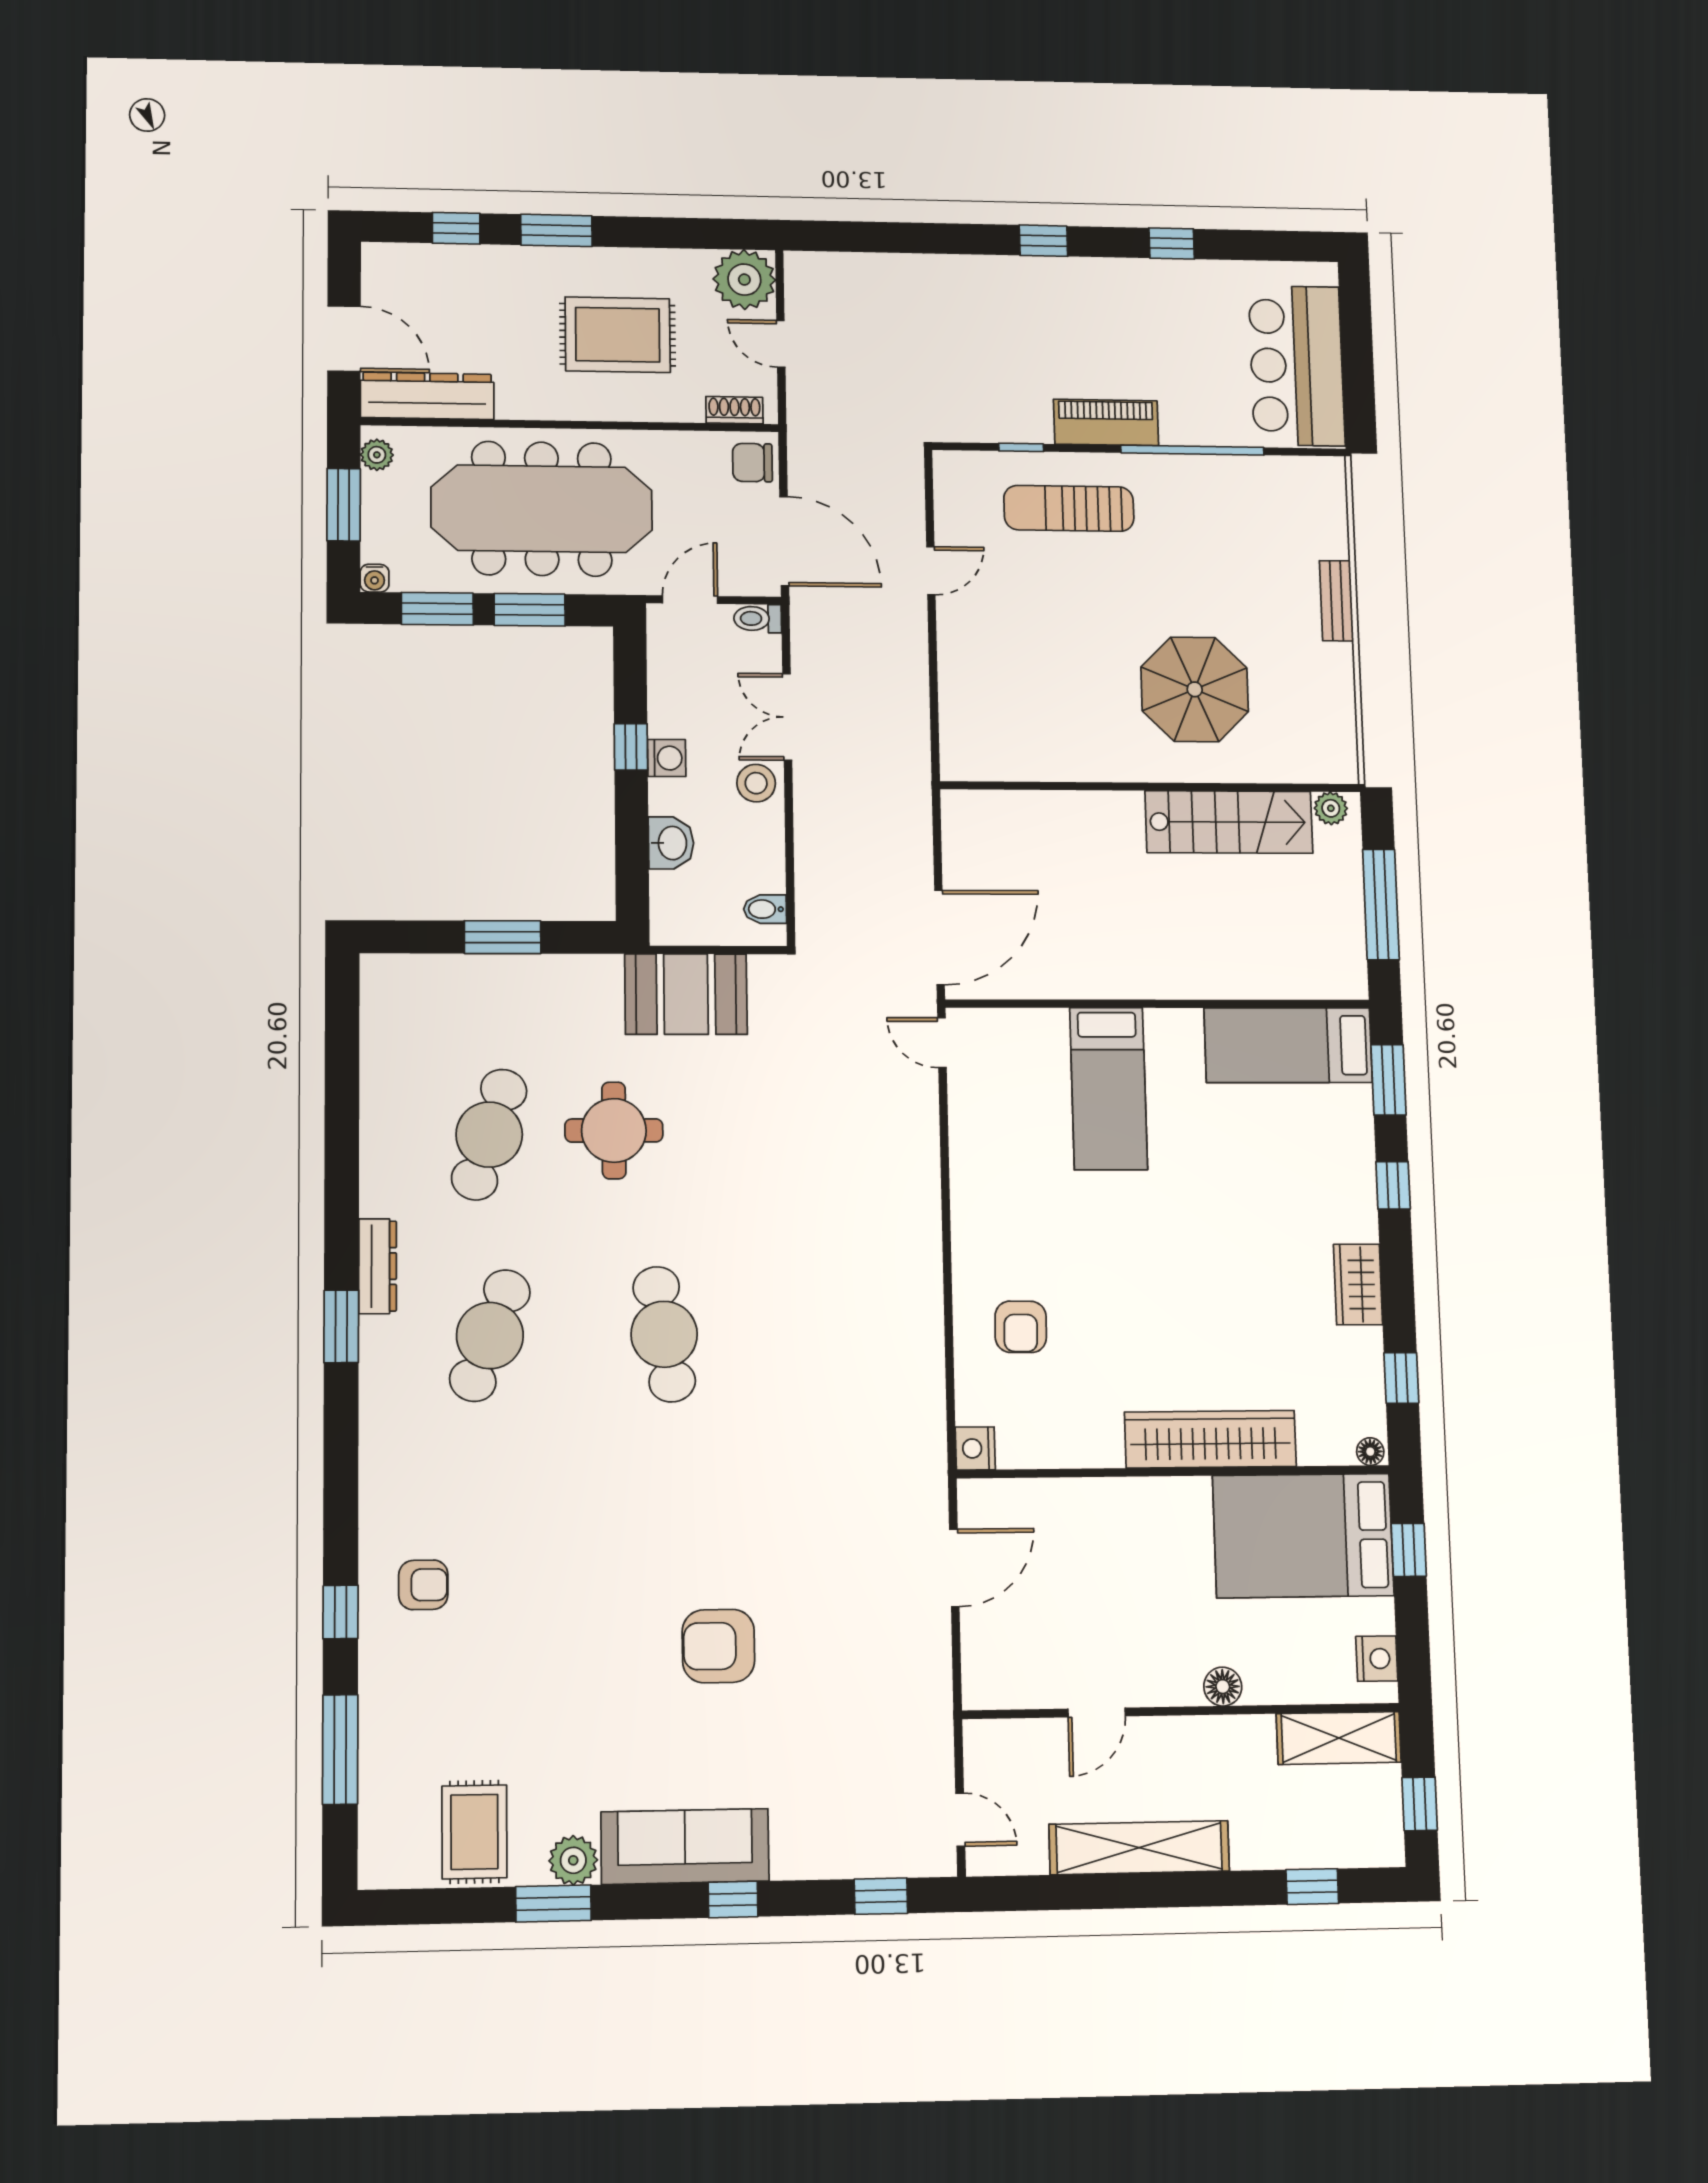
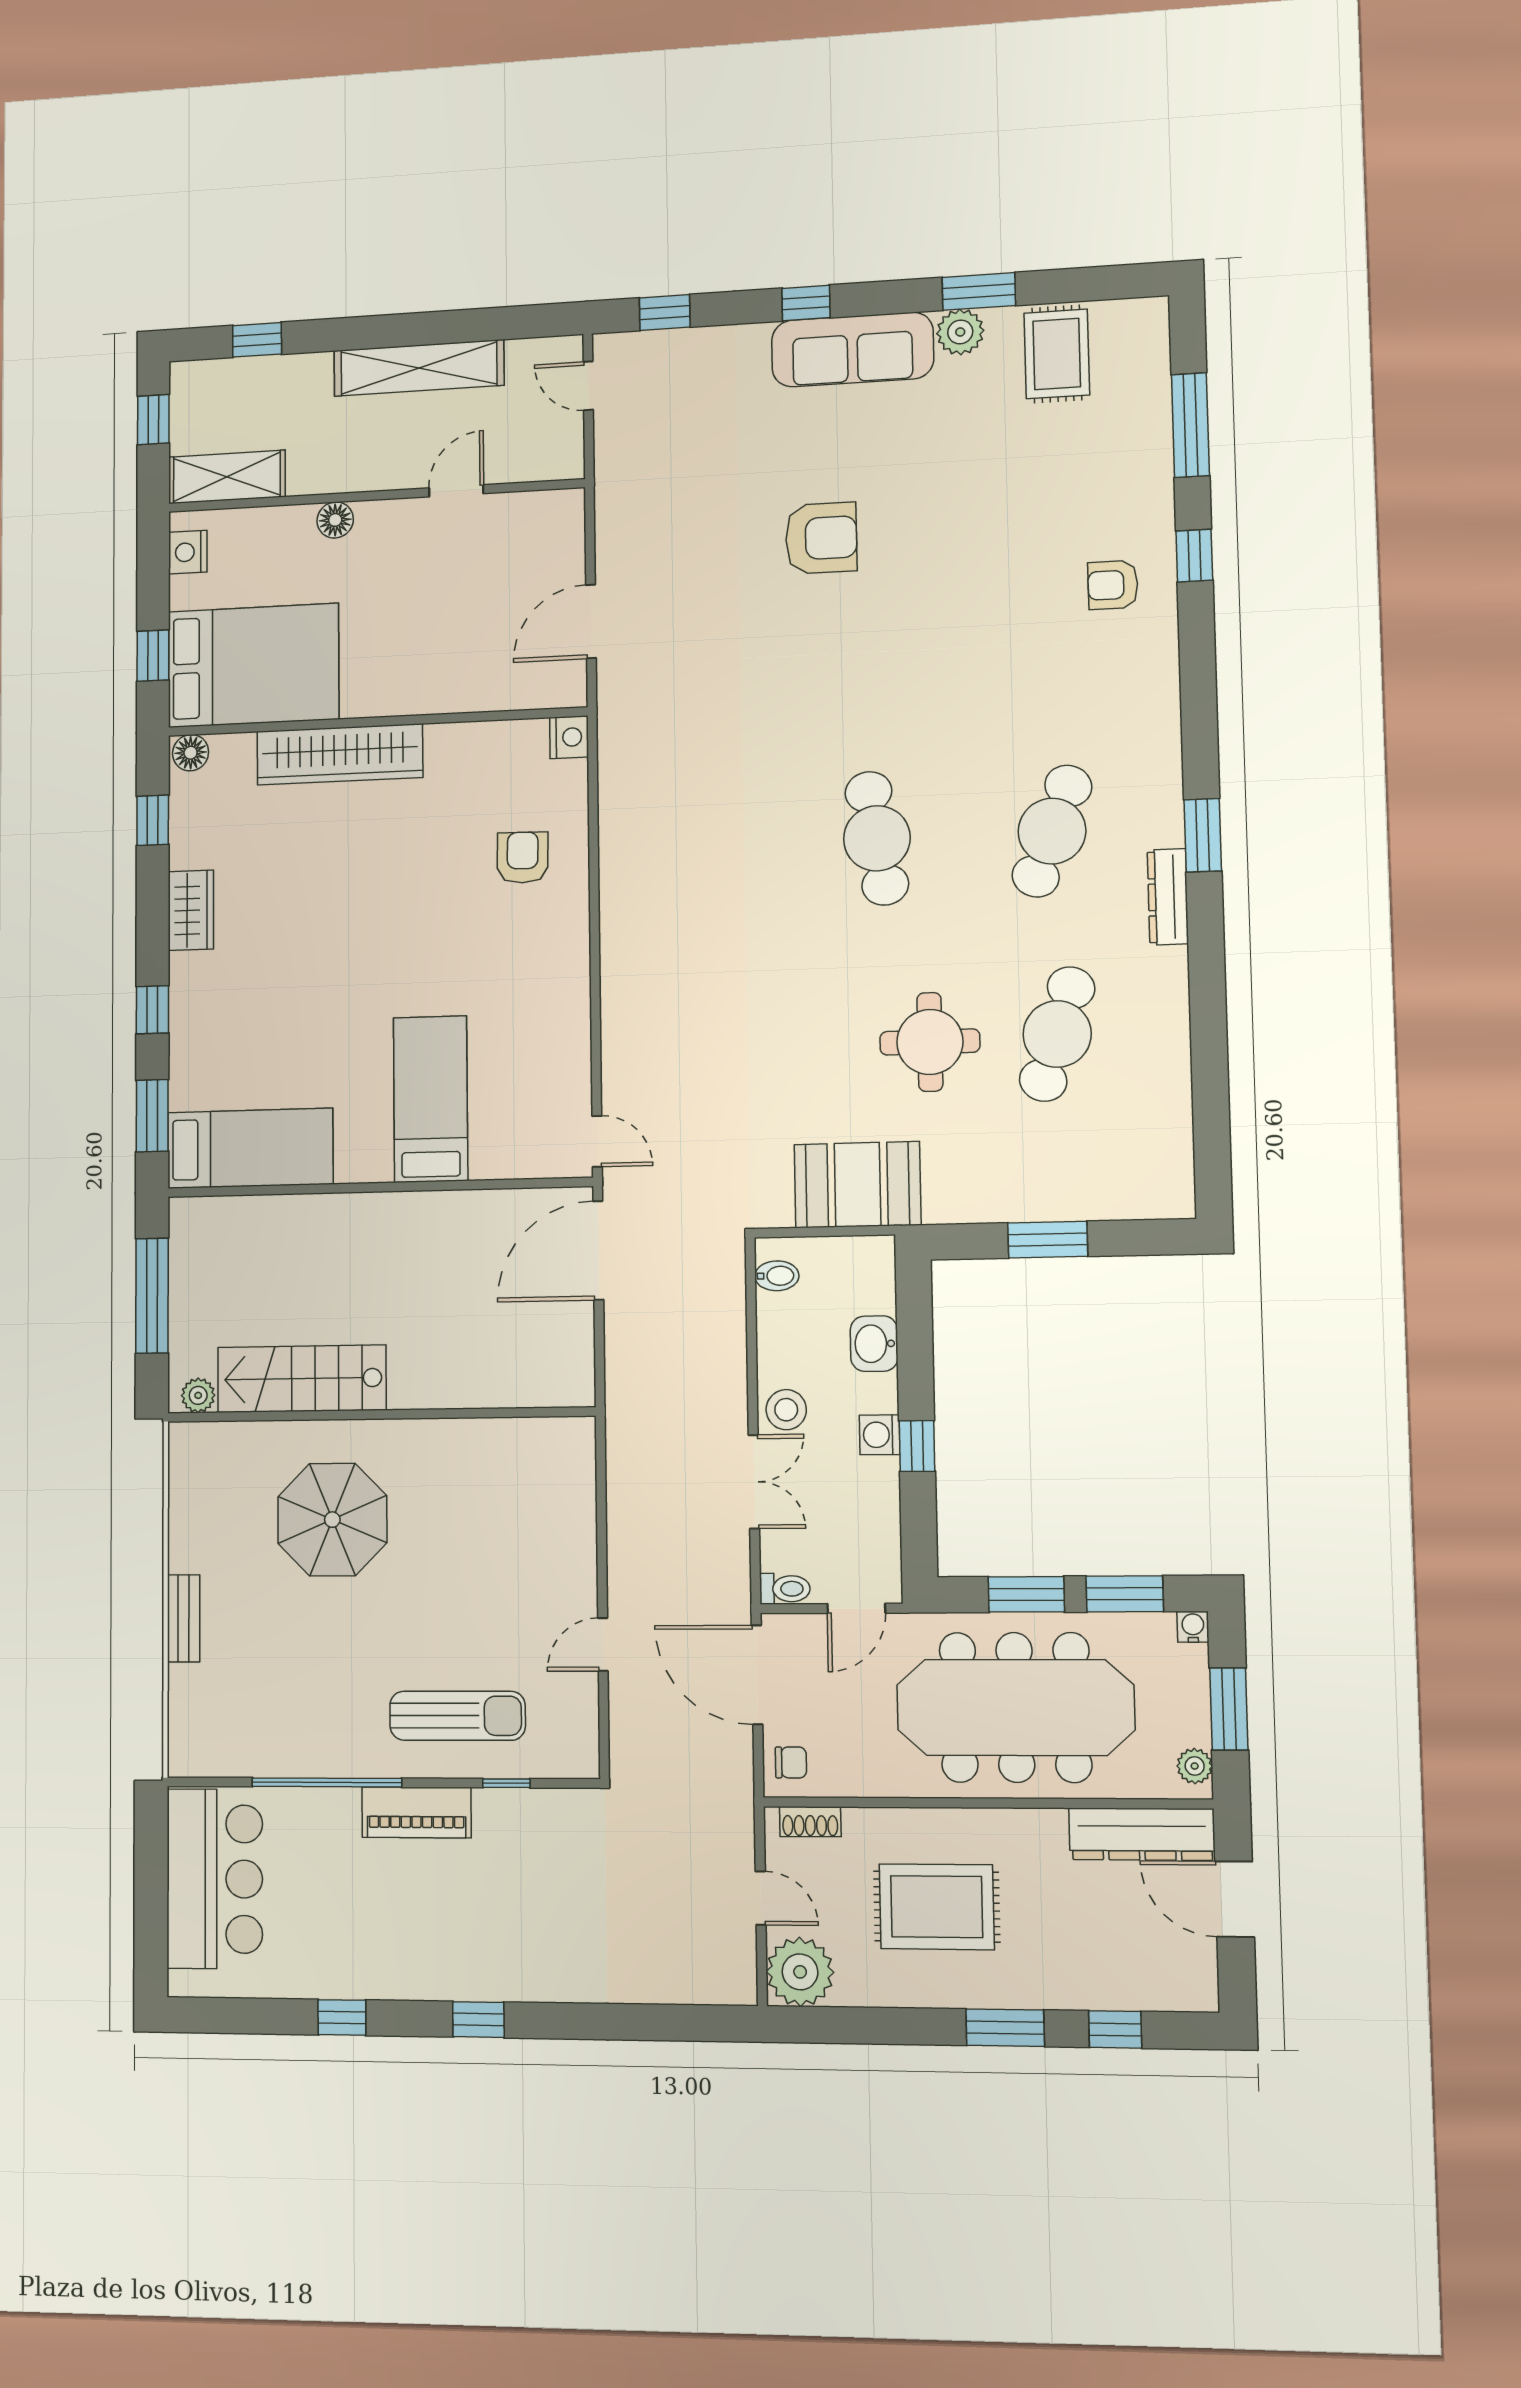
chair: (752, 463) -> (791, 1762), width x0.73, depth x0.73
floor lamp: (1370, 1452) -> (191, 753), width x1.37, depth x1.37

